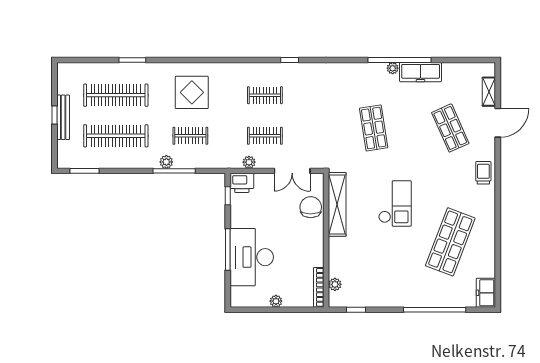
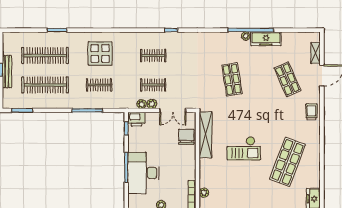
plant: (166, 162) -> (152, 104), moved
checkout: (395, 204) -> (244, 148), moved, turned 90

